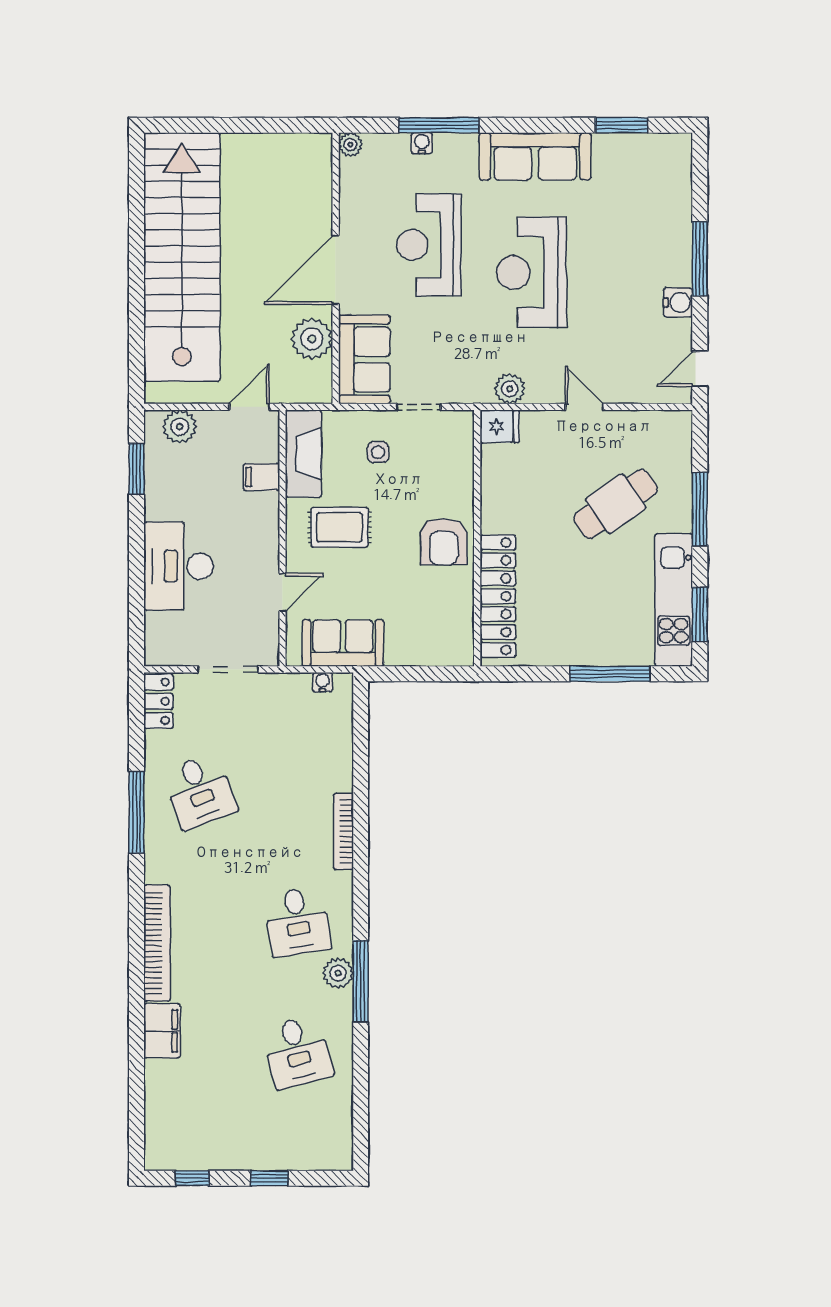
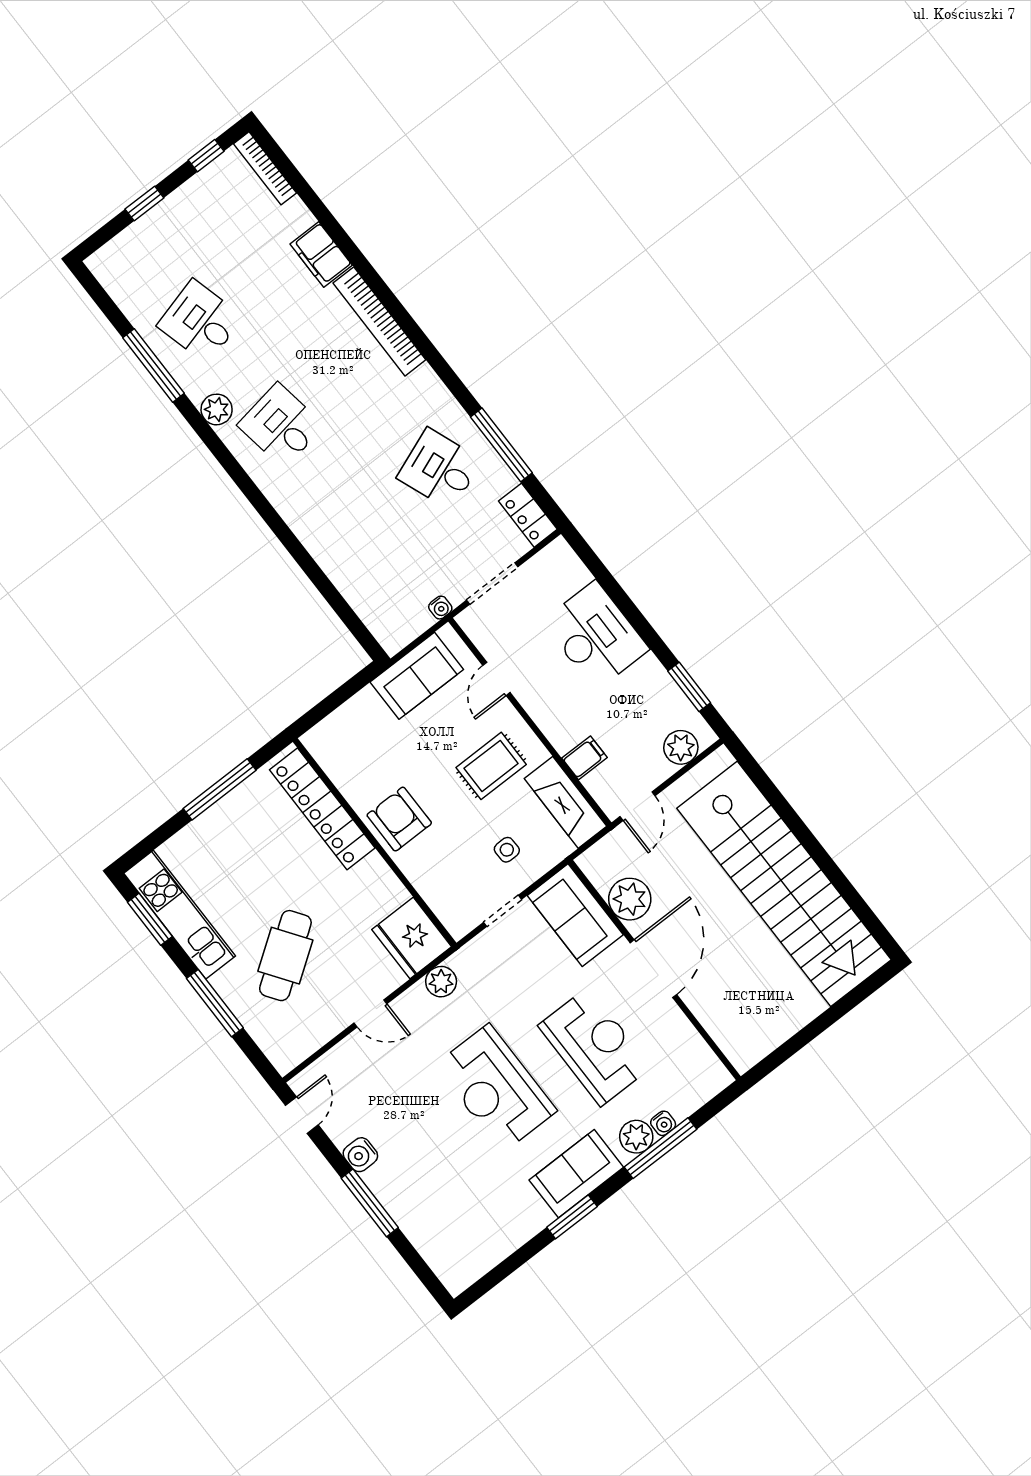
window: (622, 125) -> (572, 1217), moved
plant: (350, 145) -> (636, 1137), moved, width x1.38, depth x1.38
sofa: (535, 156) -> (576, 1174), width x0.73
reception desk: (531, 272) -> (496, 1088), turned 180
fridge: (500, 426) -> (412, 938), width x1.88, depth x1.34
window: (610, 674) -> (220, 789), moved
water cooler: (322, 682) -> (440, 608), moved
window: (136, 812) -> (501, 445), moved
bookcase: (343, 832) -> (265, 168), moved, turned 180
window: (361, 981) -> (154, 365), moved

